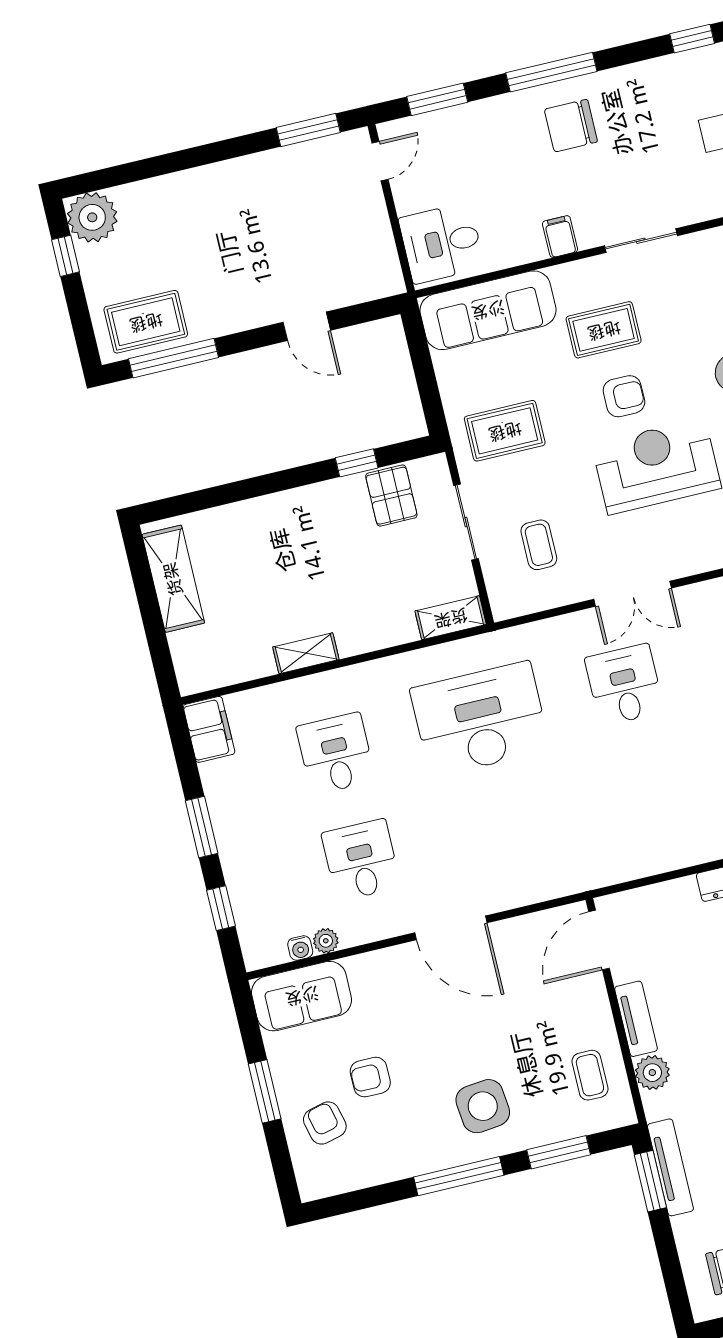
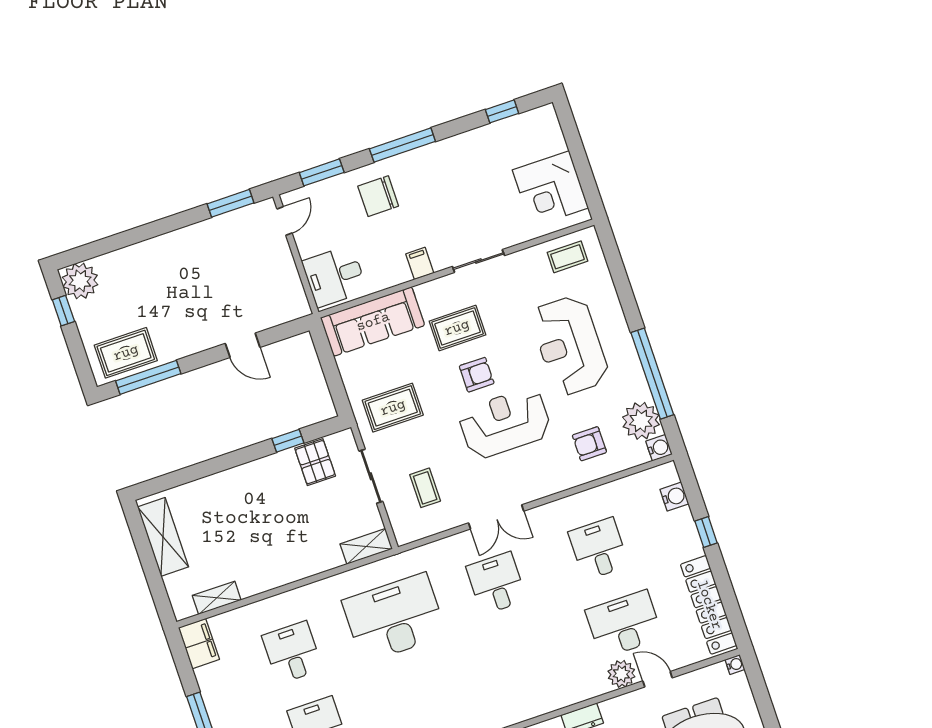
chair: (571, 126) -> (378, 196), moved
shelving: (306, 653) -> (217, 598), moved

